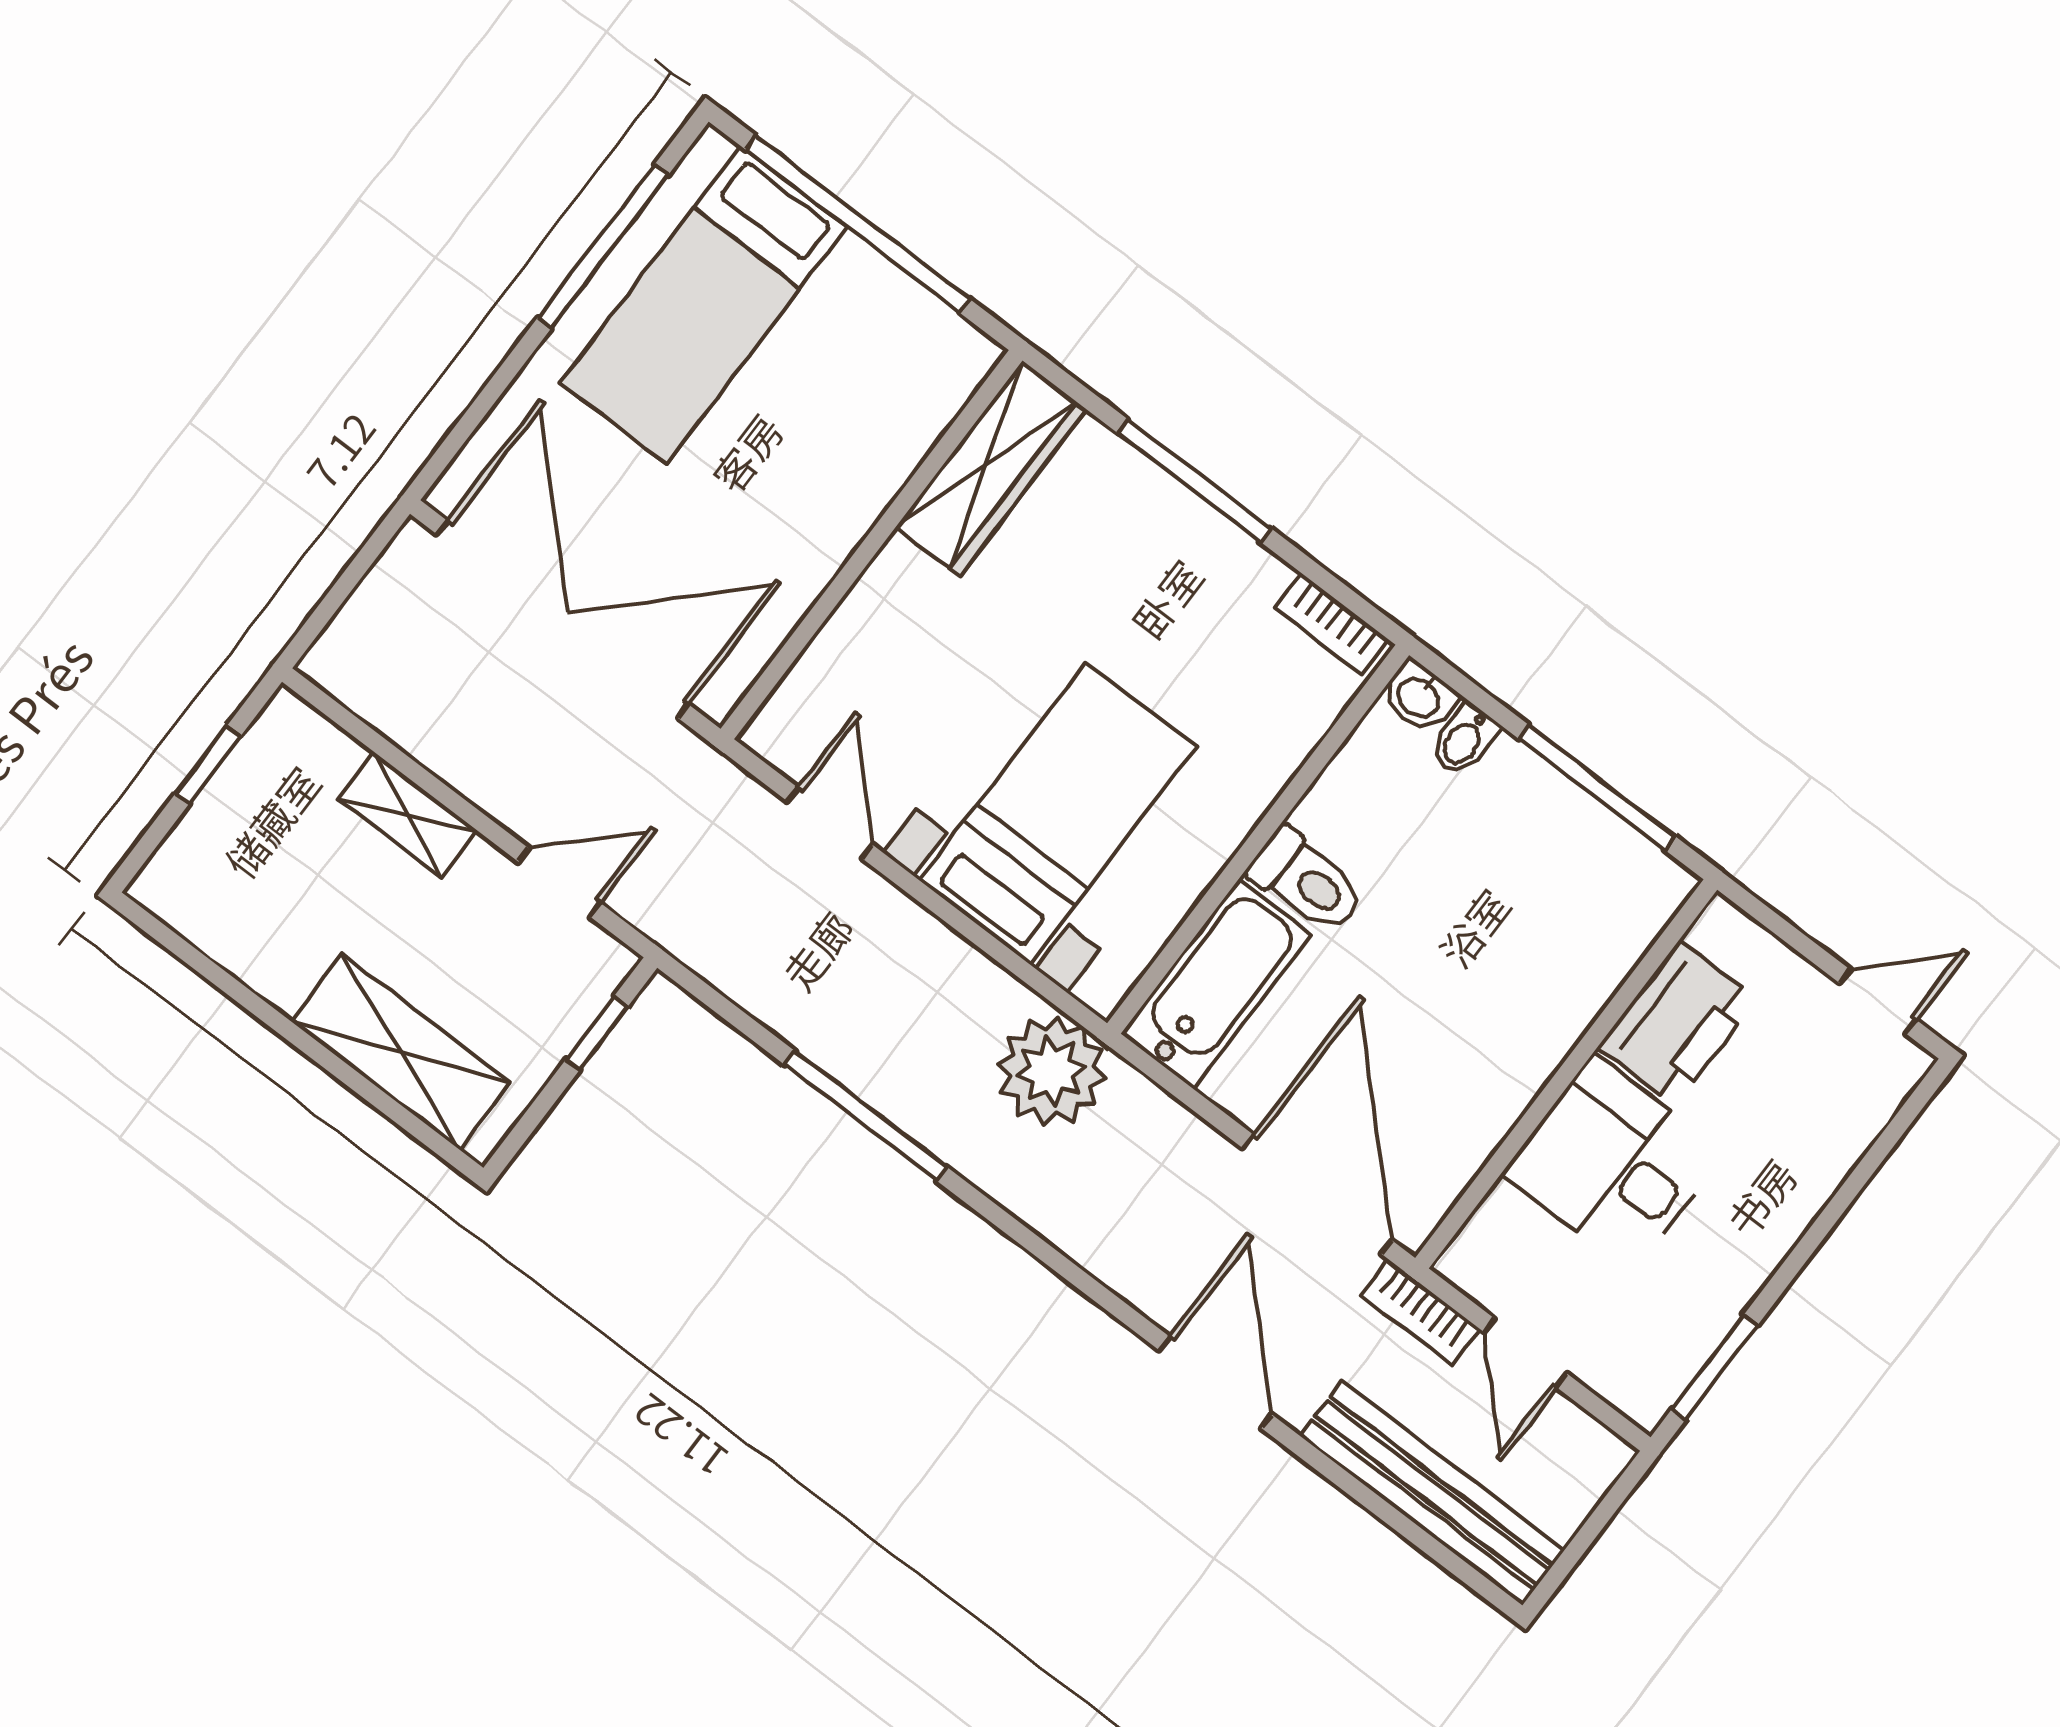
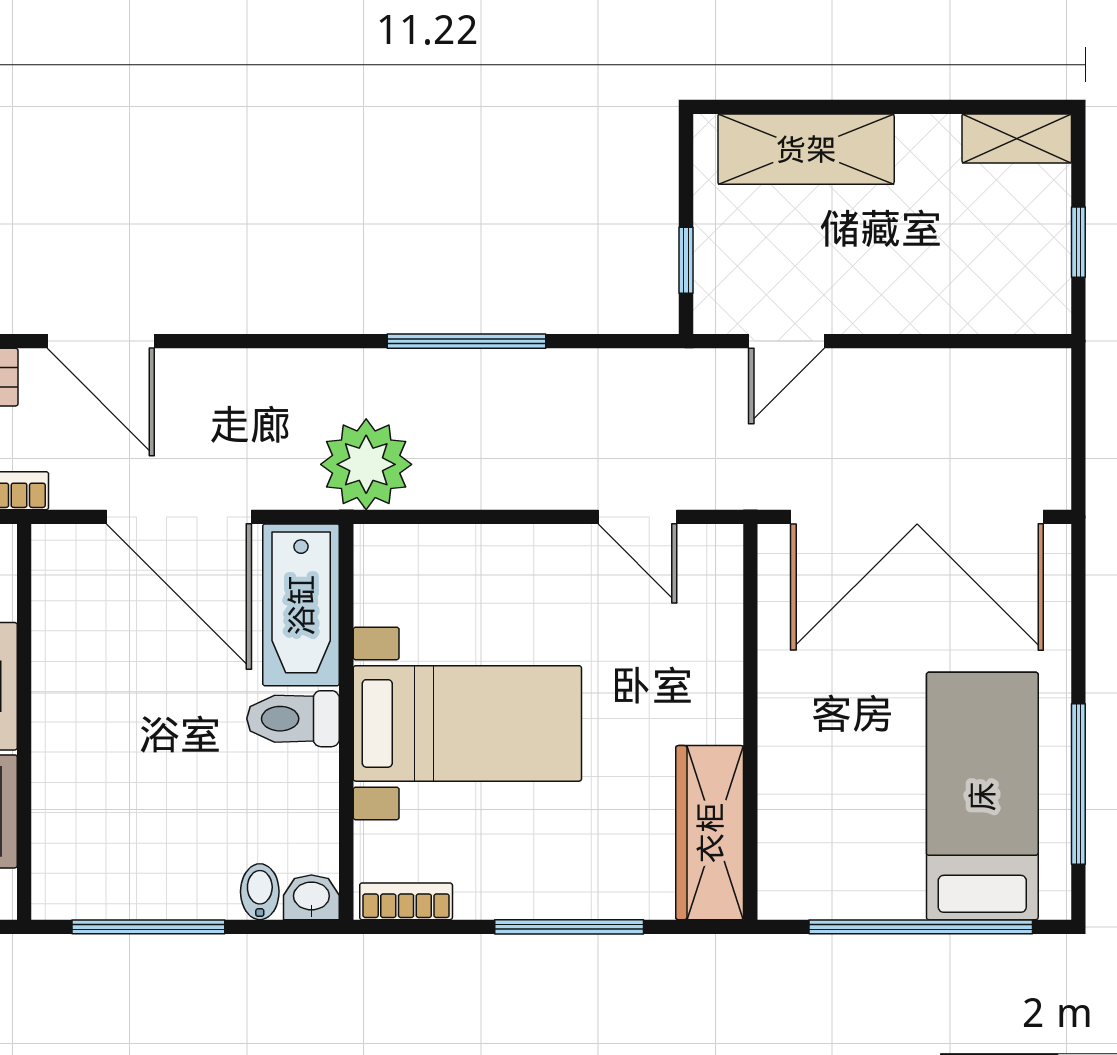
bed with nightstands: (1058, 814) -> (467, 723), moved, turned -90
shelving: (408, 815) -> (1017, 138), moved
door: (1317, 1194) -> (179, 517), moved

